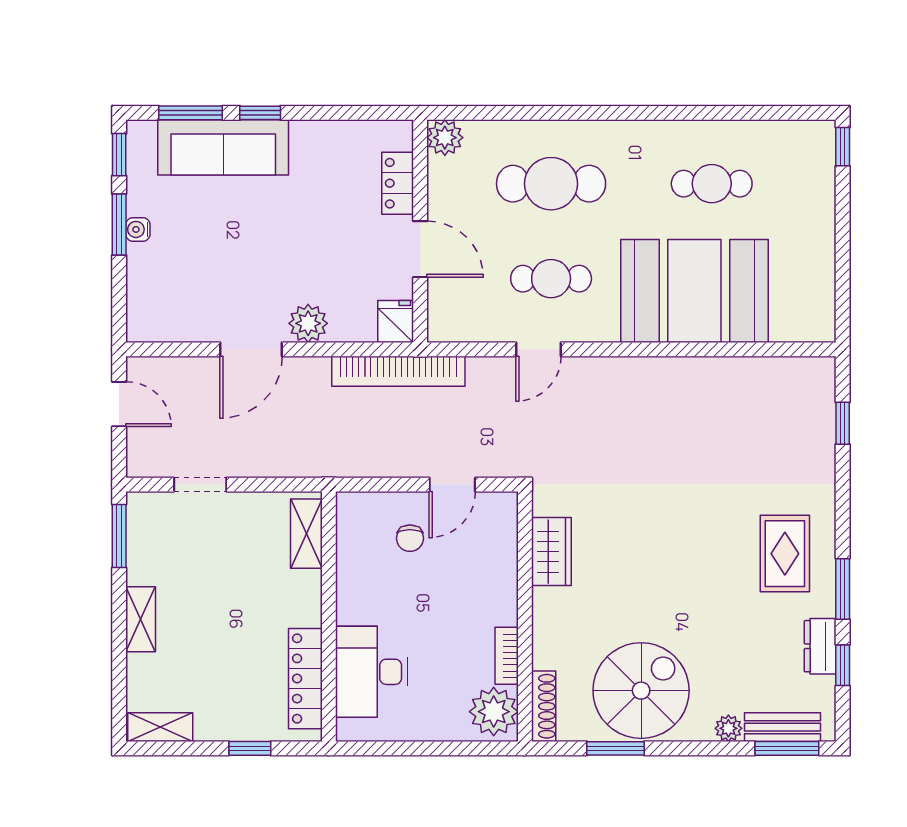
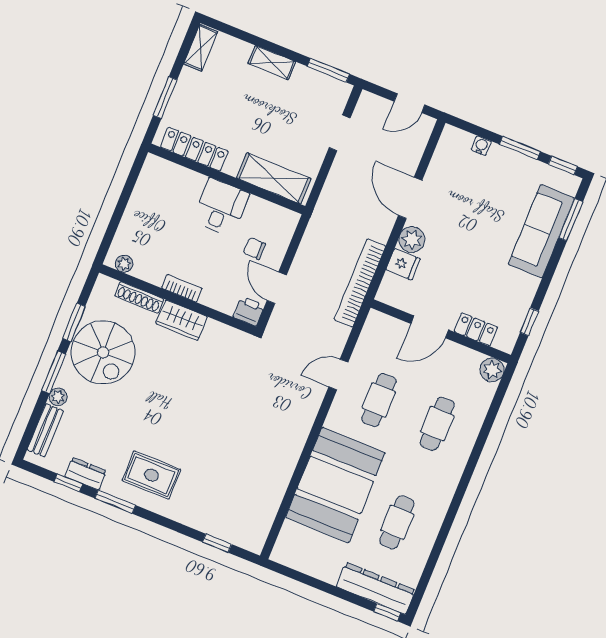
window: (260, 113) -> (529, 322), moved
dresser: (816, 176) -> (376, 588), added
cafe table: (551, 184) -> (437, 424), width x0.73, depth x0.74
water cooler: (138, 229) -> (481, 146), moved
fridge: (396, 322) -> (403, 264), moved
door: (538, 349) -> (338, 375), hinge flipped
printer: (501, 511) -> (249, 311), added
shelving: (306, 534) -> (274, 178), width x1.50, depth x1.33
wardrobe: (551, 552) -> (182, 320), moved
bookcase: (507, 656) -> (182, 288), moved
desk: (371, 672) -> (221, 207), moved, width x0.73
shoe rack: (544, 706) -> (139, 297), moved
plant: (494, 712) -> (124, 264), width x0.53, depth x0.53
window: (250, 748) -> (165, 98), width x1.50
window: (787, 748) -> (54, 372), moved

